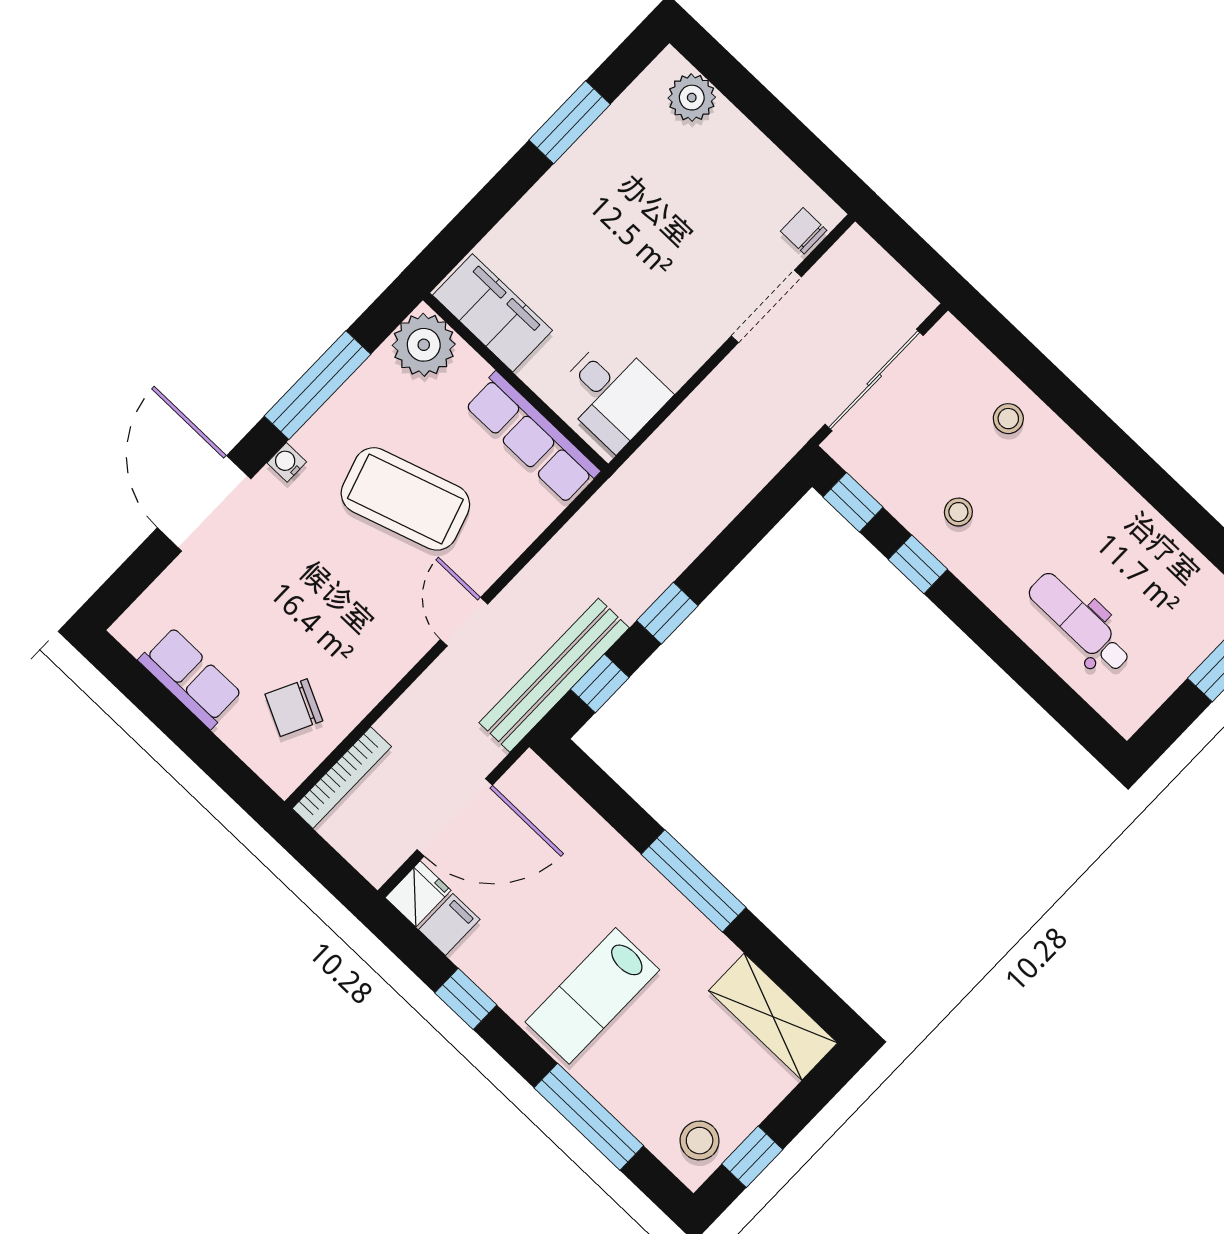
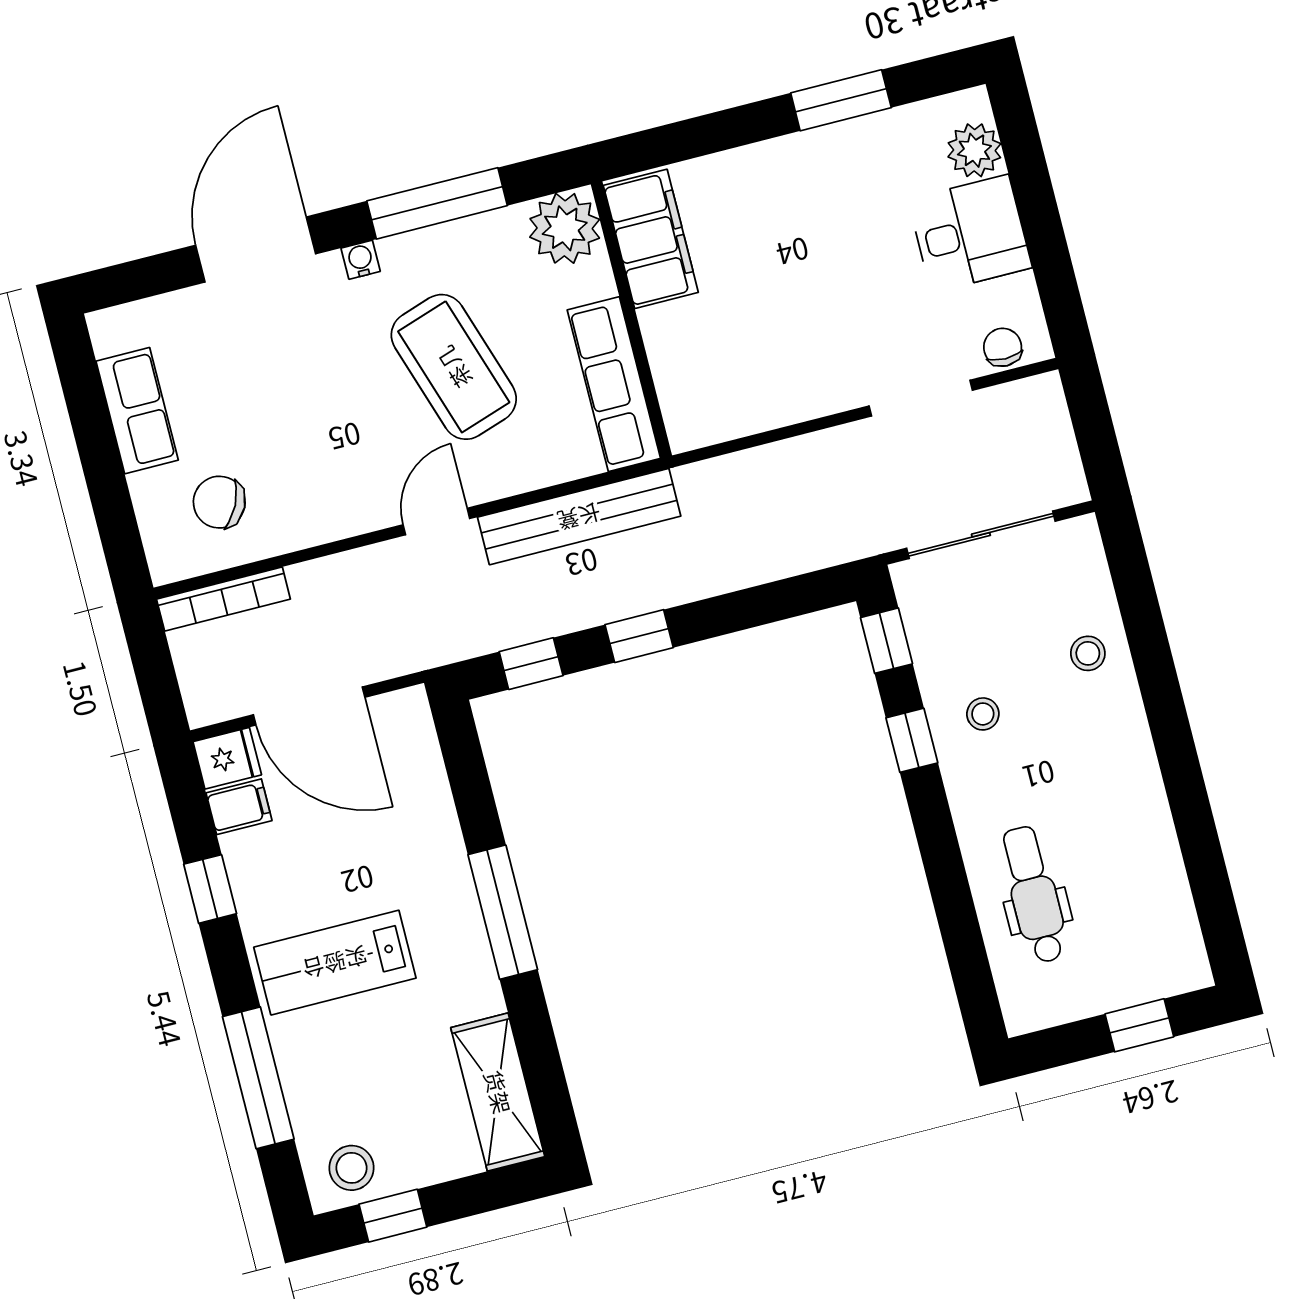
desk: (612, 393) -> (970, 234), moved, turned -90
bench: (554, 675) -> (579, 517), moved

